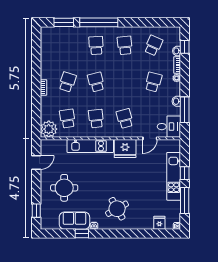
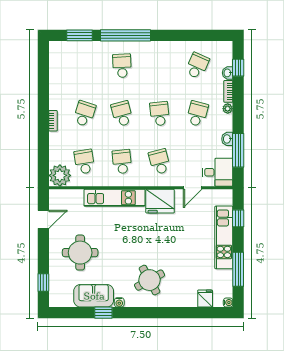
school desk: (125, 45) -> (160, 114), moved
window: (185, 173) -> (238, 218), moved

